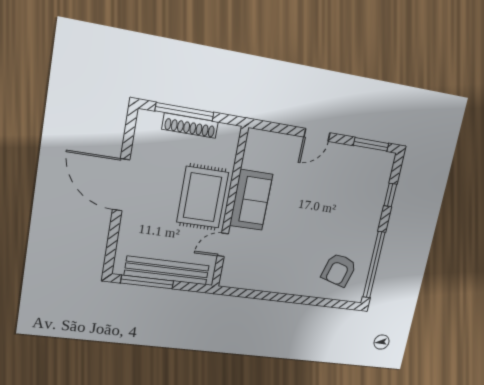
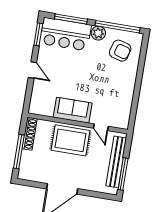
shoe rack: (190, 126) -> (29, 134), moved
bar counter: (368, 187) -> (65, 34), added
window: (390, 195) -> (71, 19), width x2.17
plant: (367, 237) -> (98, 33), added

